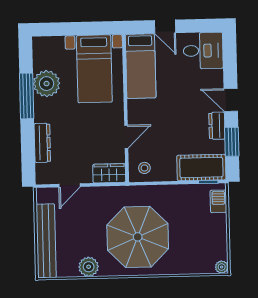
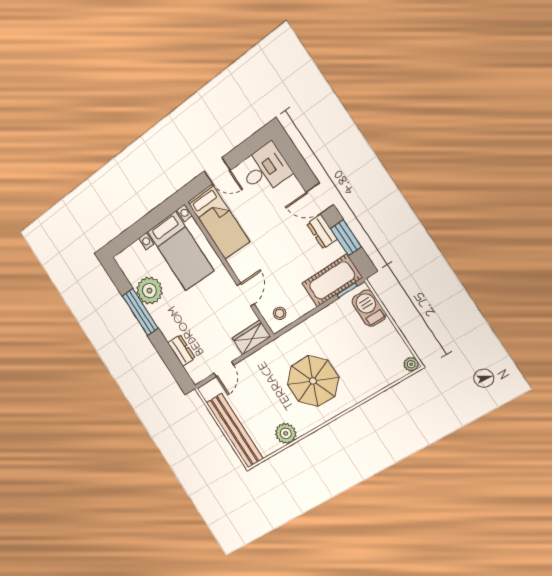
dresser: (42, 143) -> (181, 350), width x0.70
barbecue: (218, 201) -> (369, 308), width x1.38, depth x1.27
parasol: (138, 237) -> (313, 381), width x0.73, depth x0.73

